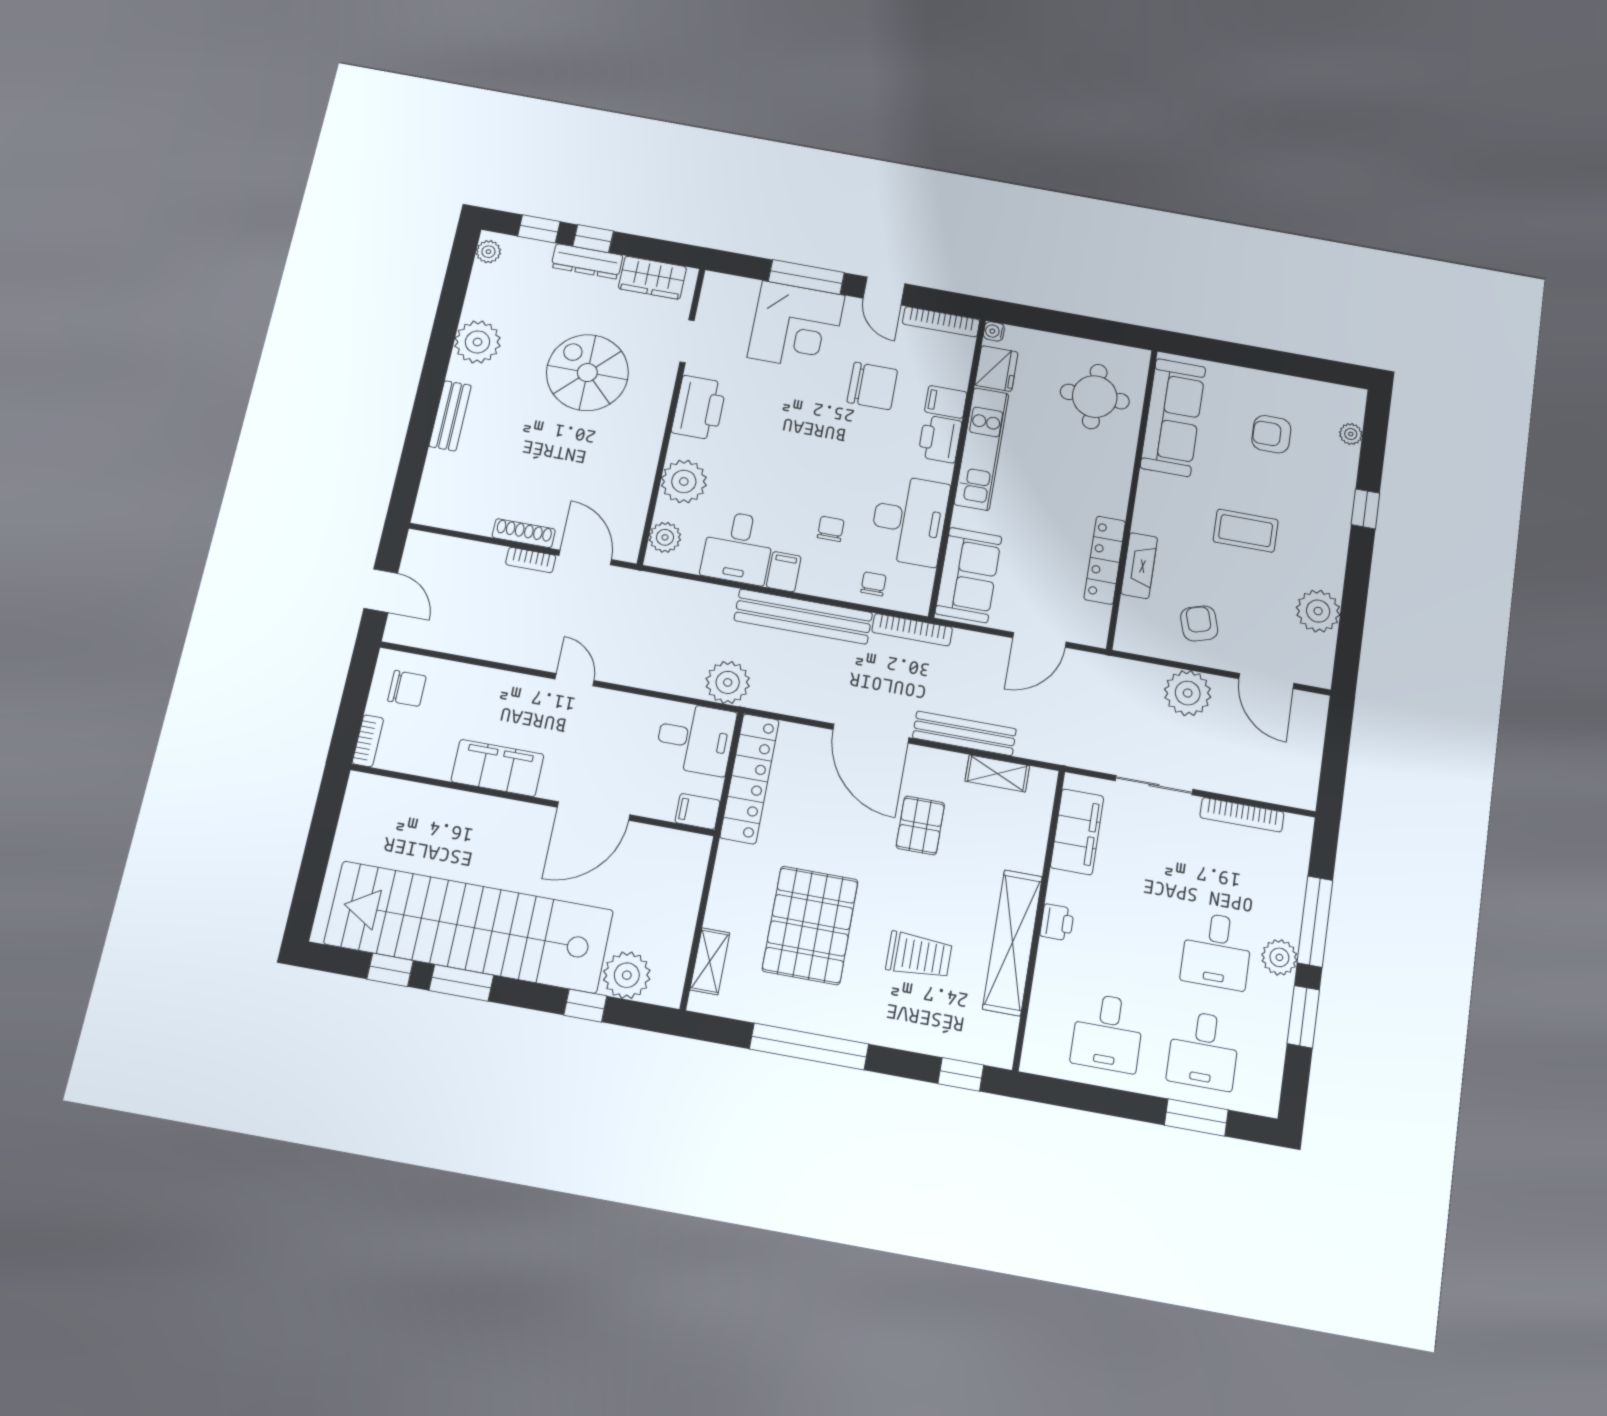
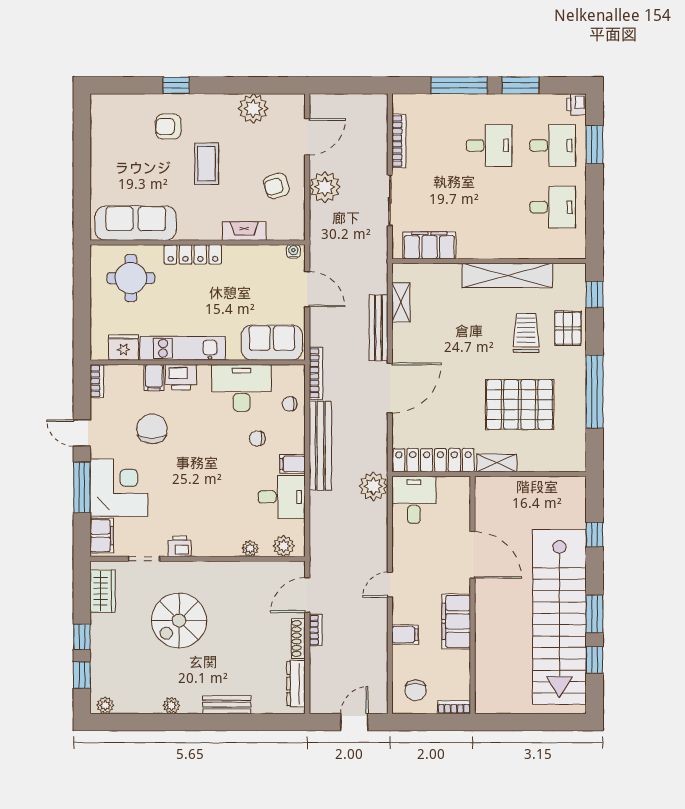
dresser: (587, 261) -> (296, 684), moved, turned 180
filing cabinet: (732, 291) -> (102, 536), added
door: (884, 291) -> (82, 433), swing flipped
bookcase: (941, 322) -> (97, 381), width x0.64
water cooler: (994, 331) -> (293, 251), moved, turned 180
plant: (477, 342) -> (171, 705), width x0.53, depth x0.53
printer: (699, 408) -> (180, 546), width x0.53, depth x0.68
armchair: (1271, 434) -> (168, 127), moved, turned 90
plant: (1351, 434) -> (125, 102), removed
plant: (684, 481) -> (250, 548), width x0.53, depth x0.53
locker: (1105, 560) -> (193, 254), moved
chair: (407, 688) -> (416, 690), turned 180
filing cabinet: (698, 811) -> (405, 635), moved, turned -90
pallet: (920, 825) -> (568, 328), moved, turned 90
printer: (1057, 922) -> (577, 104), moved, turned -90
plant: (1279, 957) -> (486, 105), removed
shelving: (710, 961) -> (497, 463), moved
plant: (627, 975) -> (571, 513), removed

